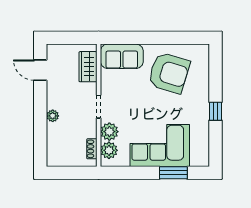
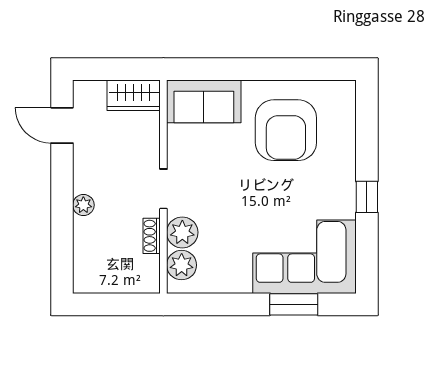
wardrobe: (88, 67) -> (134, 95), moved, turned -90
armchair: (169, 73) -> (286, 130), turned 73
corner sofa: (160, 145) -> (304, 257), moved
shoe rack: (92, 149) -> (152, 236), moved

